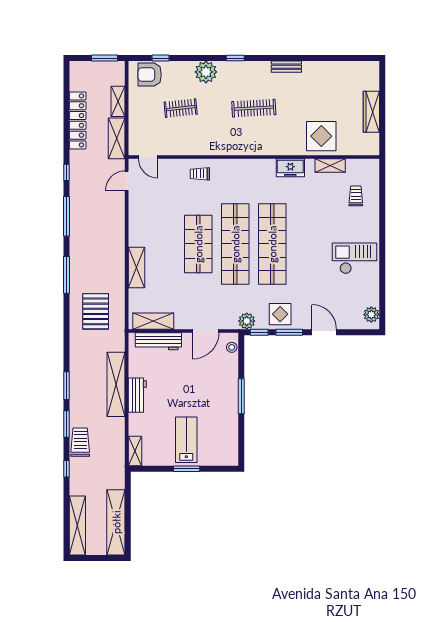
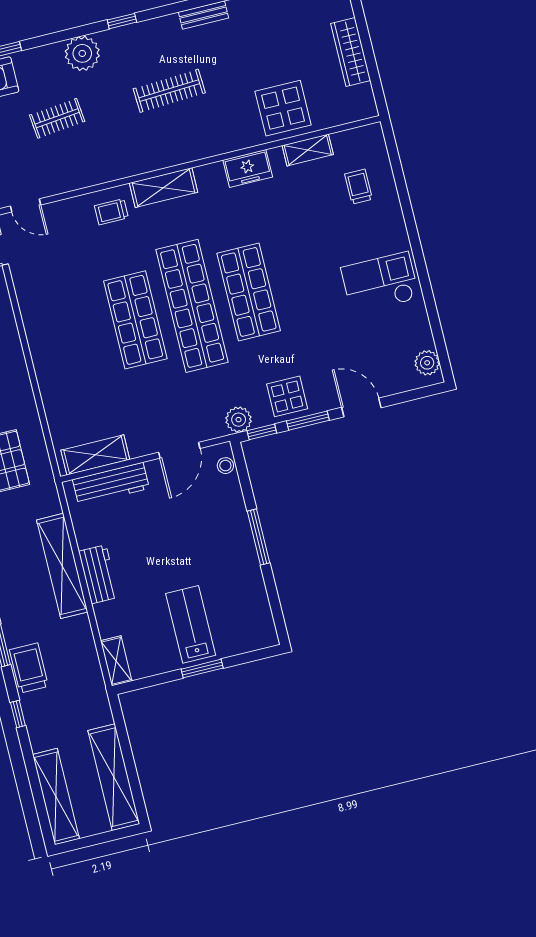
shop shelf: (272, 244) -> (249, 292), width x0.71
shelving: (136, 267) -> (164, 188), moved, turned 90

